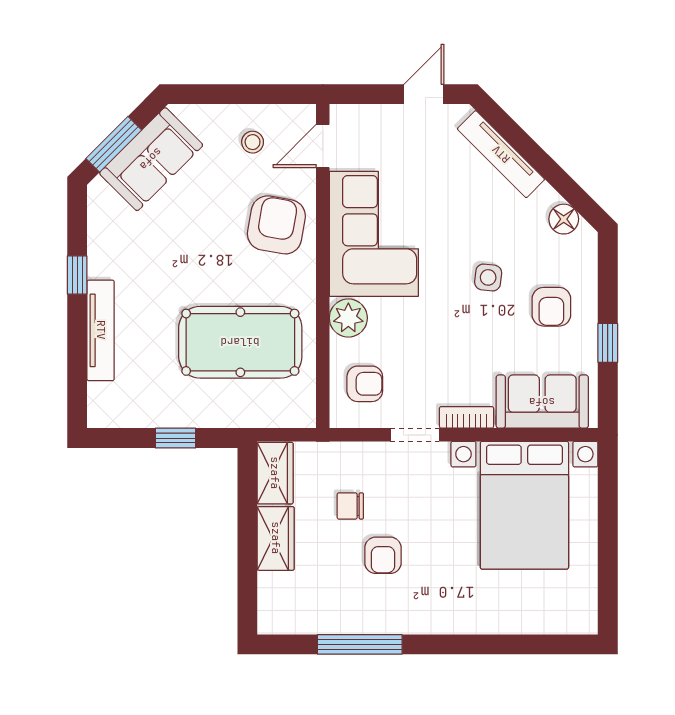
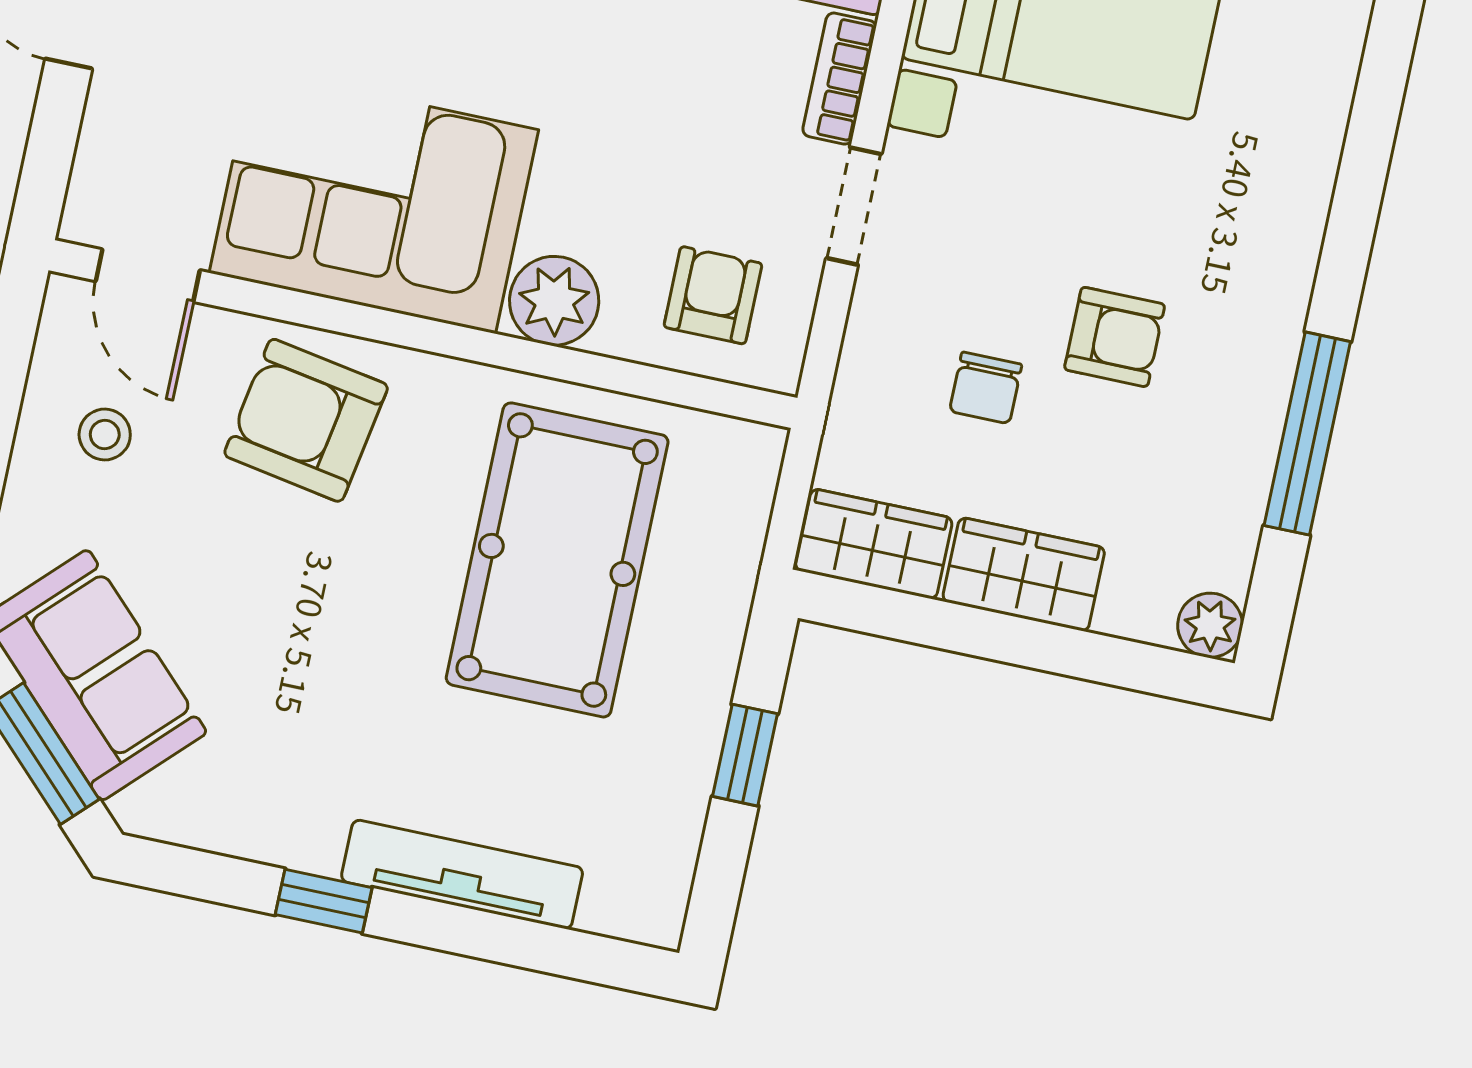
plant: (271, 621) -> (1210, 625), added

